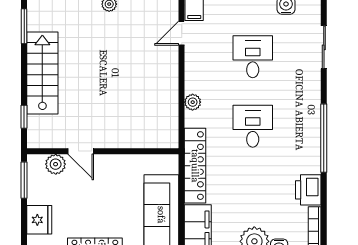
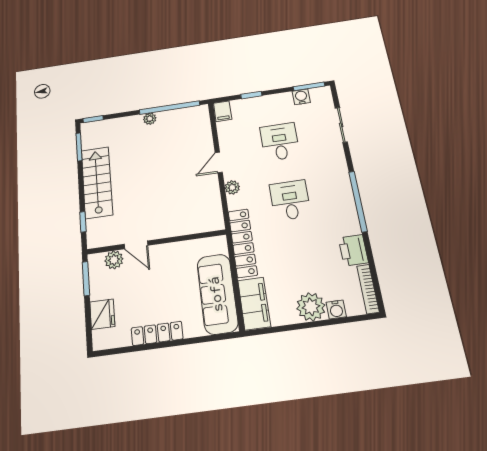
door: (182, 33) -> (219, 162), moved

